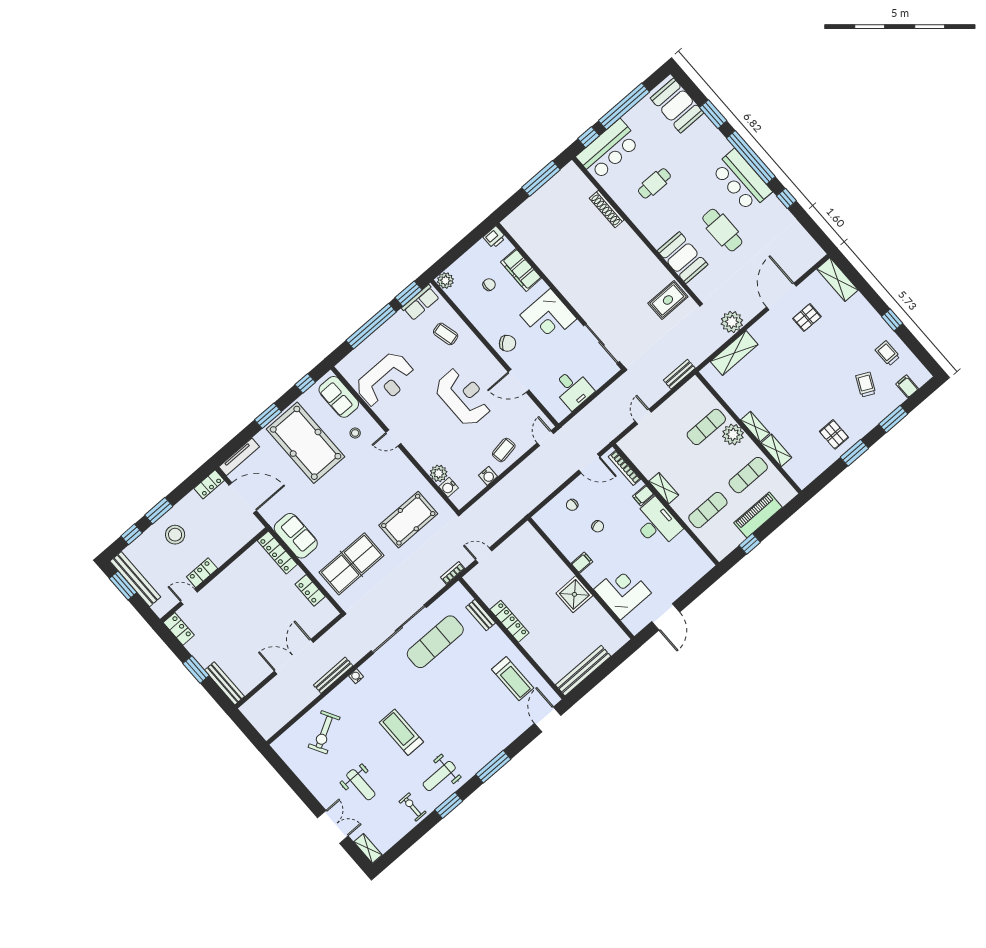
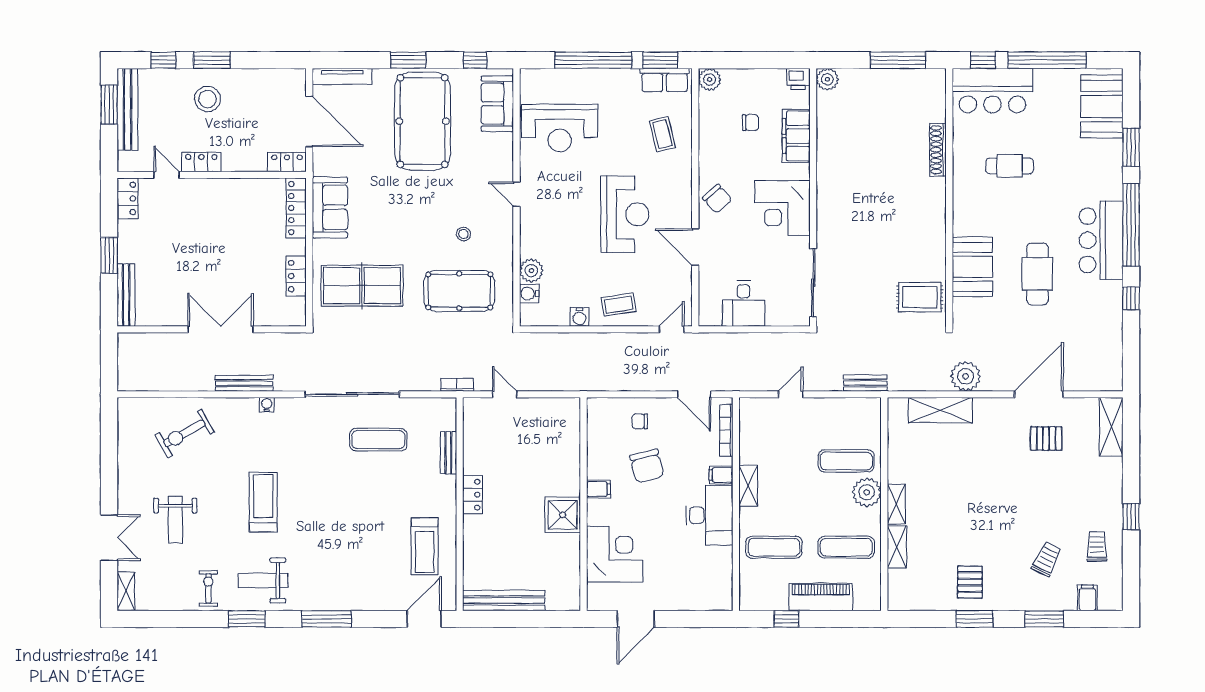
plant: (511, 223) -> (827, 79), added
stool: (355, 433) -> (463, 234), moved
locker: (209, 484) -> (287, 162), moved, turned 180
chair: (598, 526) -> (647, 466), width x1.87, depth x1.87
locker: (509, 621) -> (472, 495), width x0.66
exercise mat: (435, 642) -> (378, 440), width x0.73, depth x0.69

